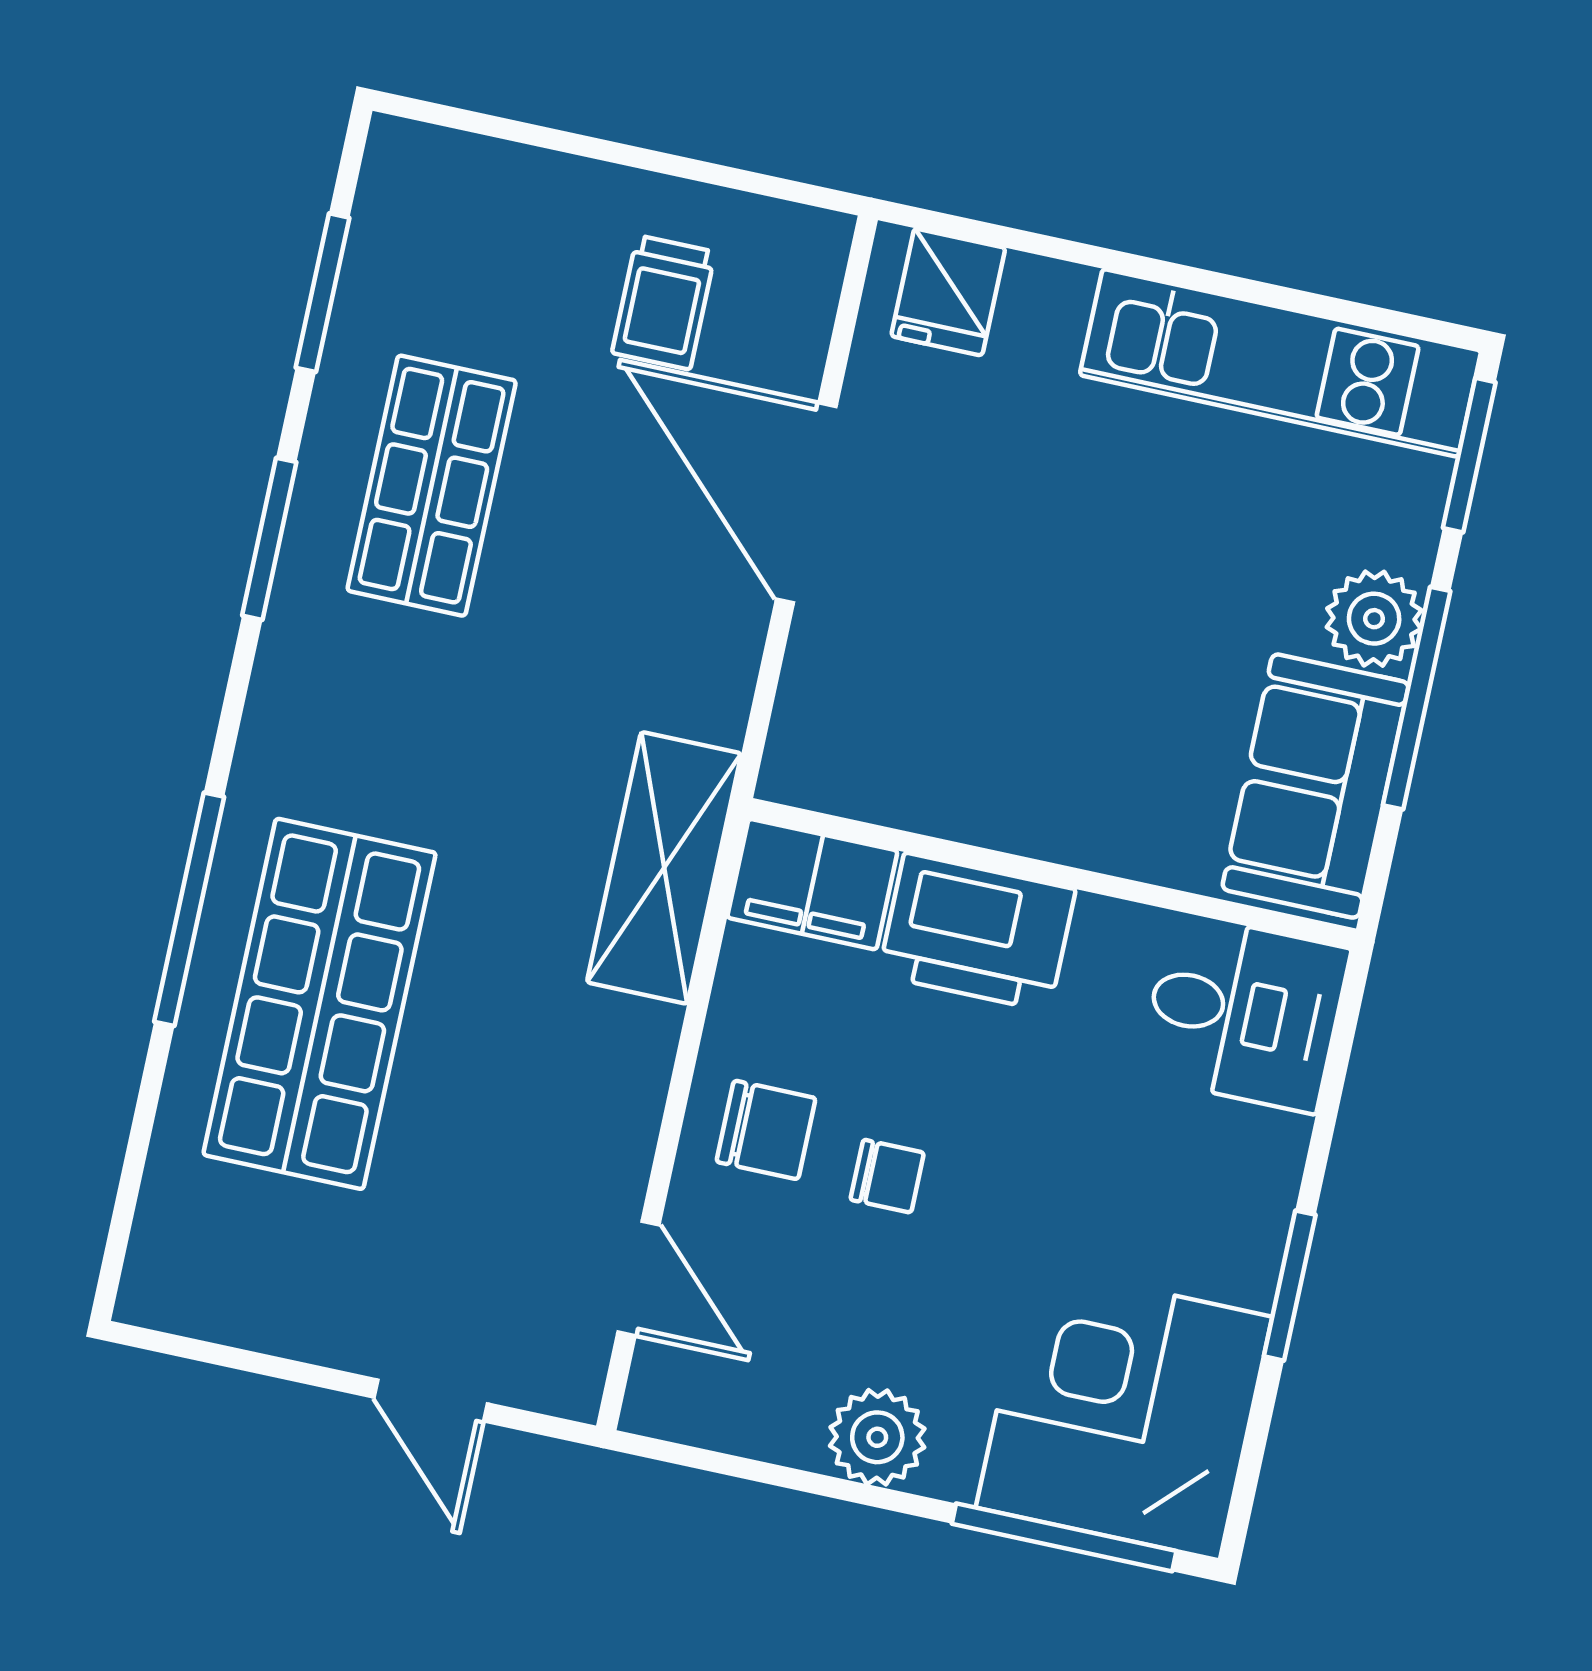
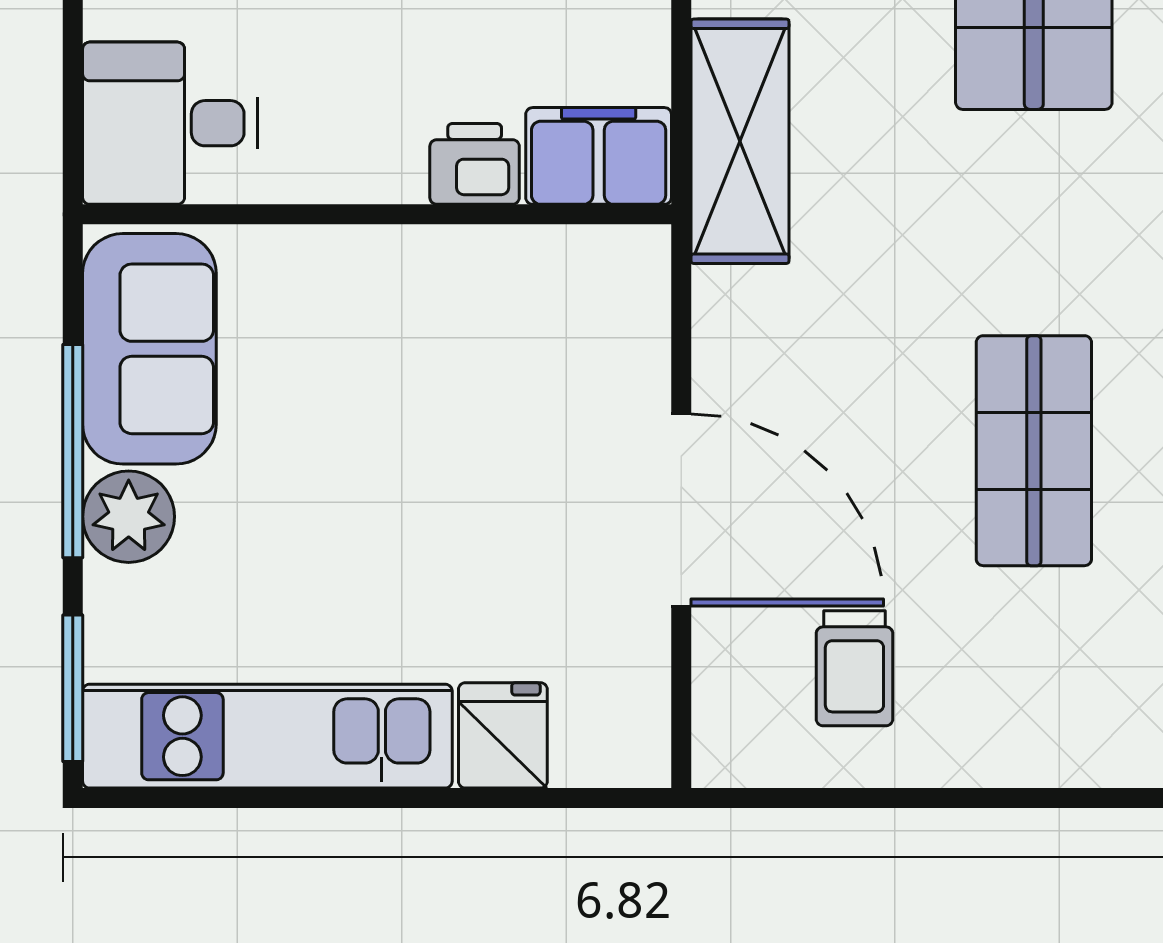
fridge: (948, 292) -> (503, 735), moved
trolley: (664, 302) -> (854, 668), turned 180
printer: (977, 932) -> (475, 164), width x0.53, depth x0.68

